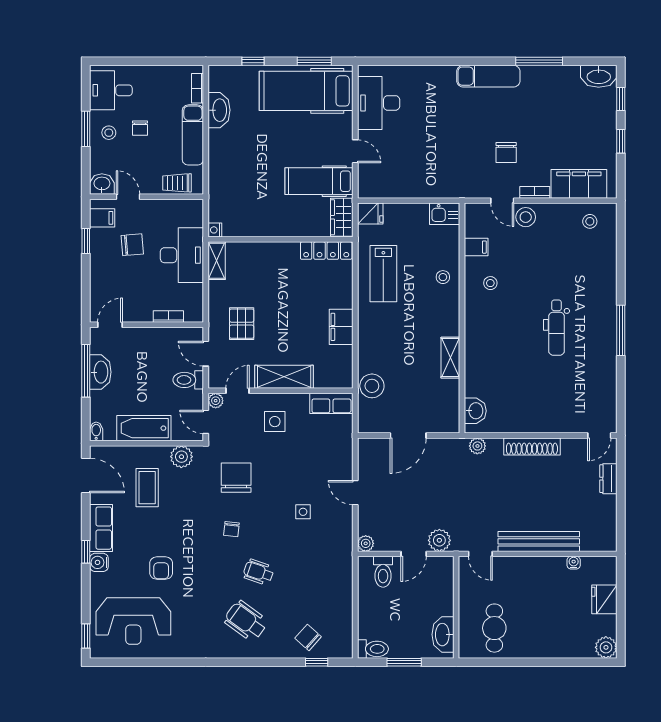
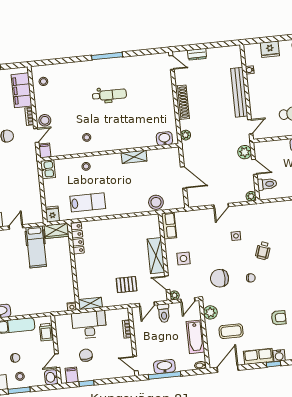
filing cabinet: (476, 247) -> (45, 150), moved
filing cabinet: (341, 327) -> (122, 224), removed
wheelchair: (258, 572) -> (263, 251), moved

